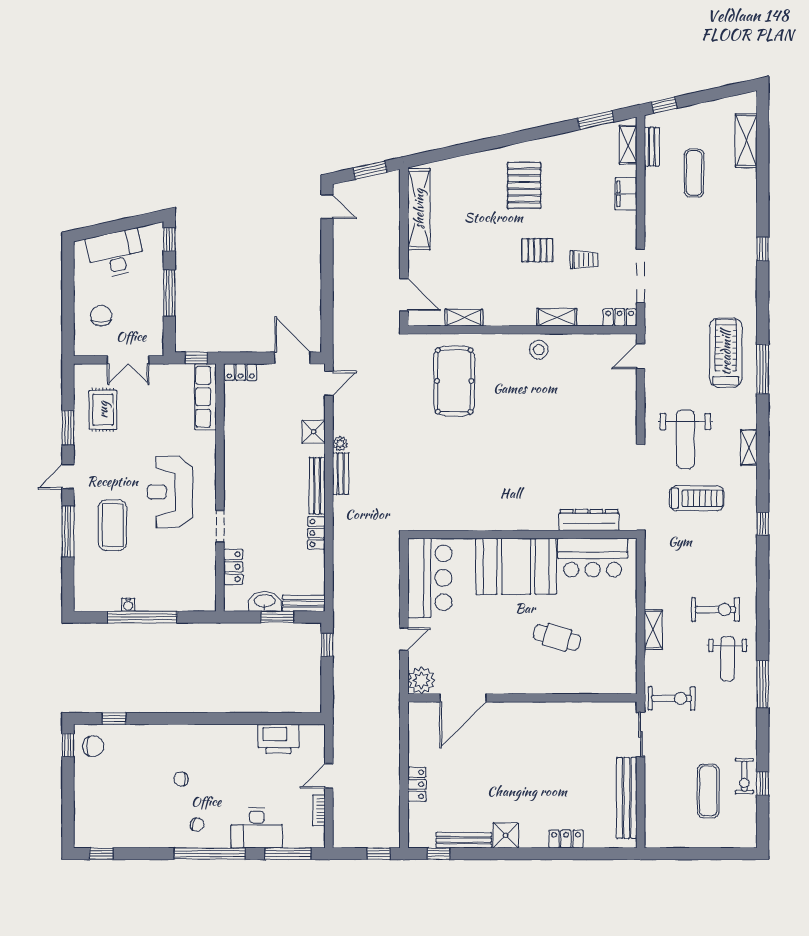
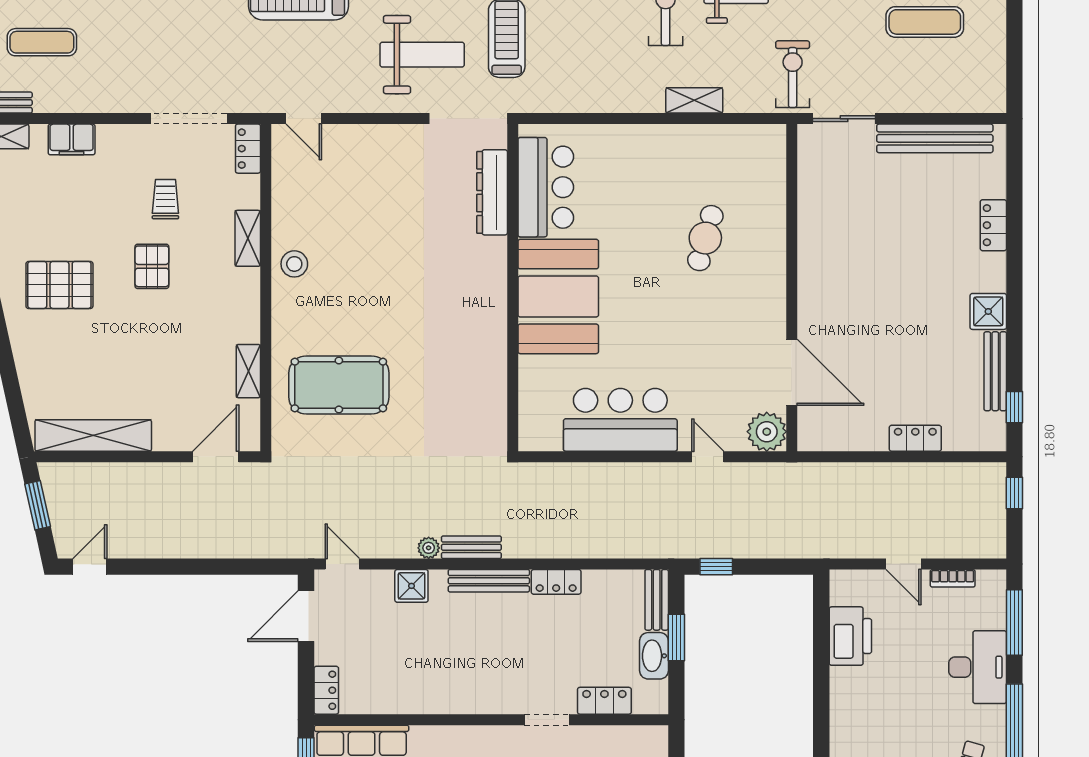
dresser: (589, 520) -> (492, 192), moved
wall: (522, 534) -> (513, 288), moved
bar counter: (593, 558) -> (546, 187), moved
booth: (516, 566) -> (558, 296), moved

